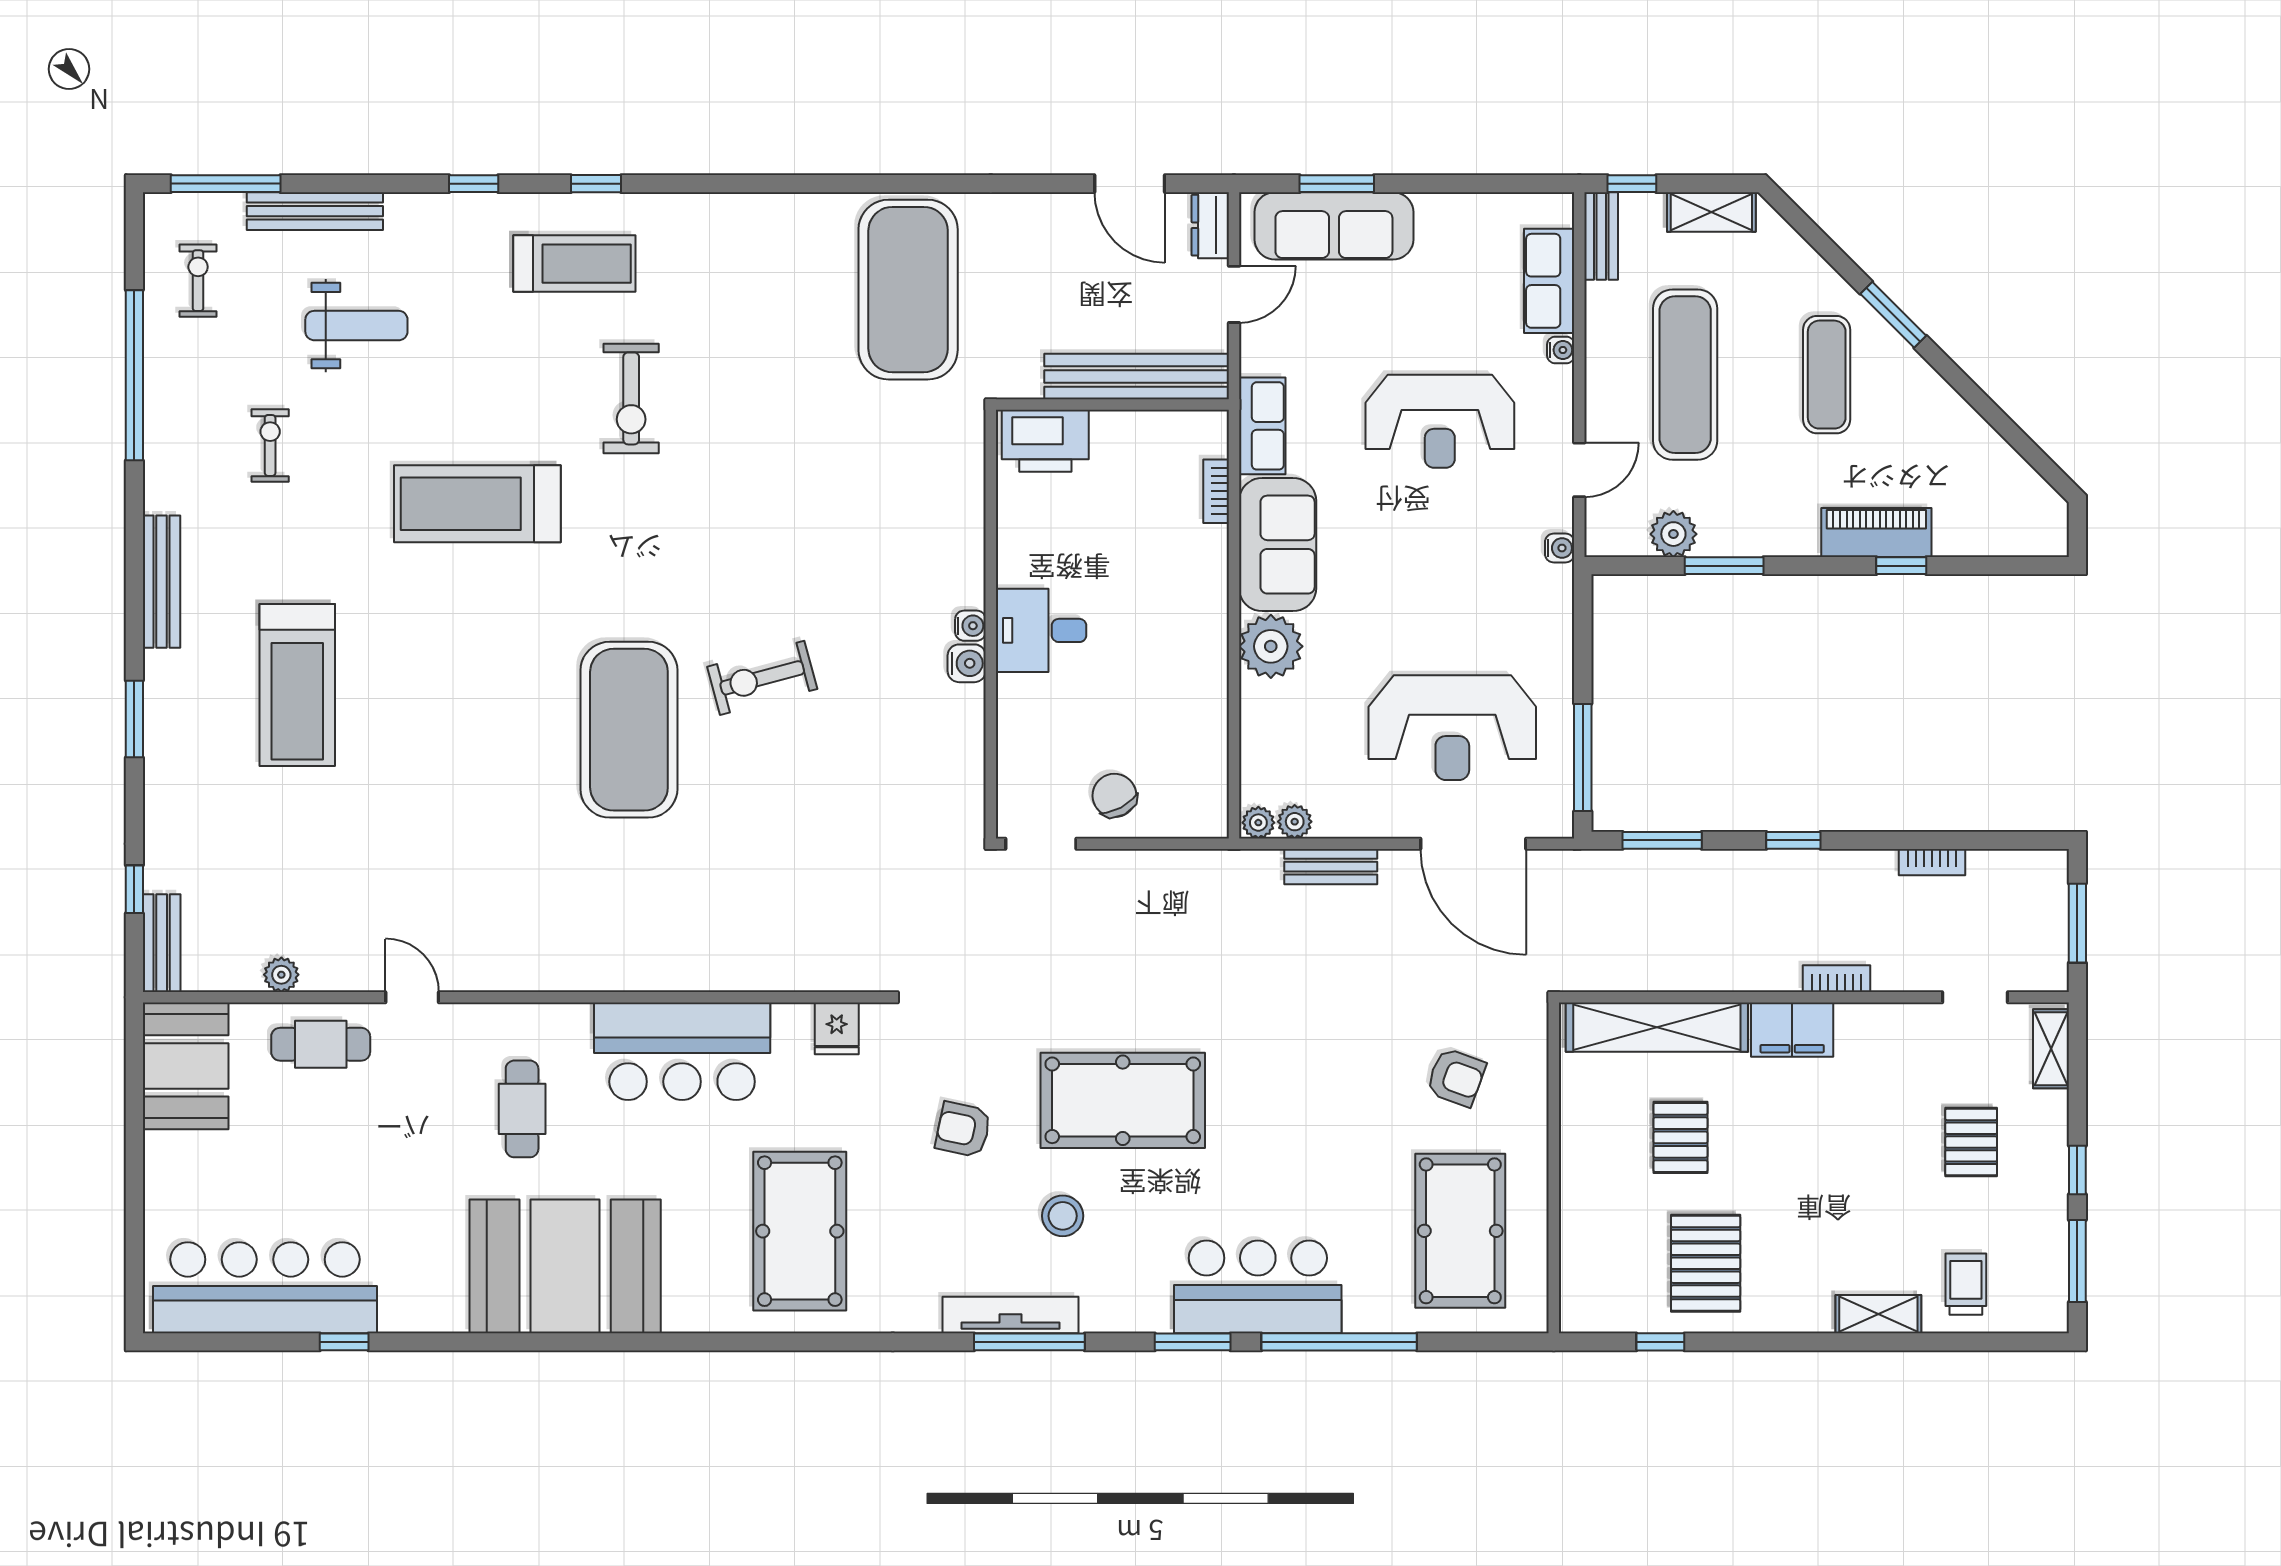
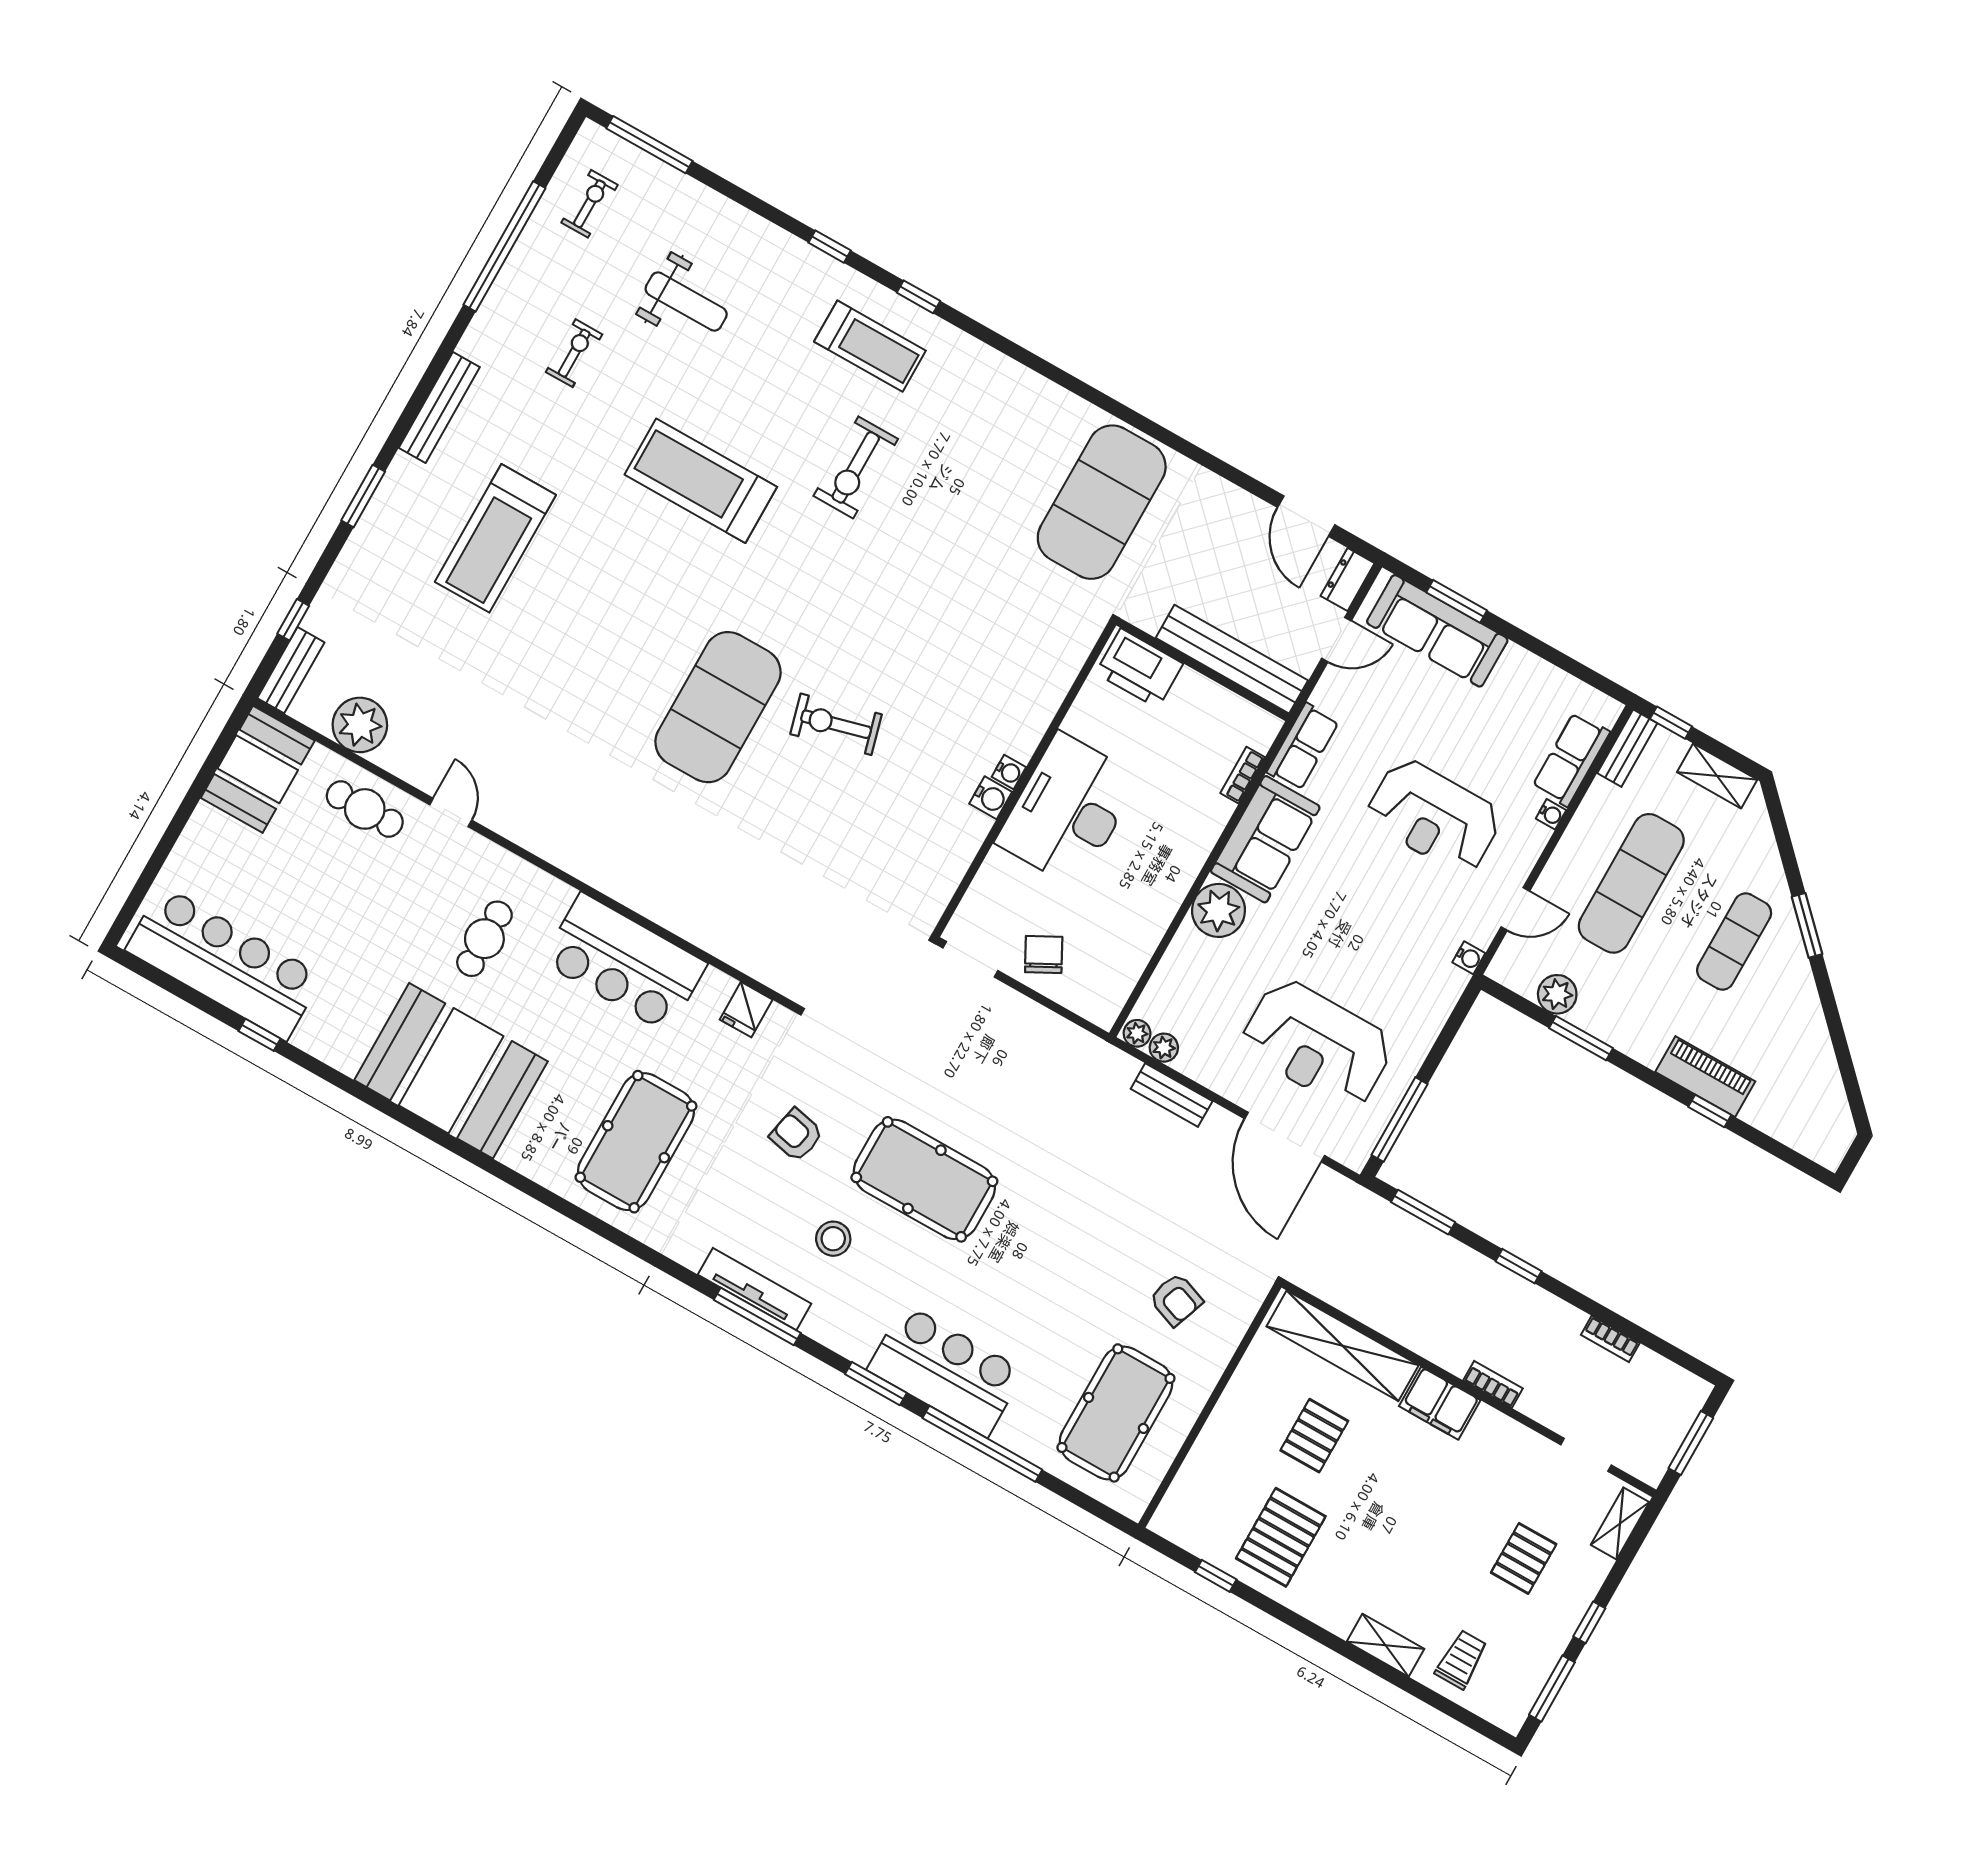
bench: (315, 211) -> (703, 201), removed
desk: (1041, 630) -> (1068, 810), width x1.87, depth x1.30
plant: (281, 975) -> (360, 725), width x1.88, depth x1.88

